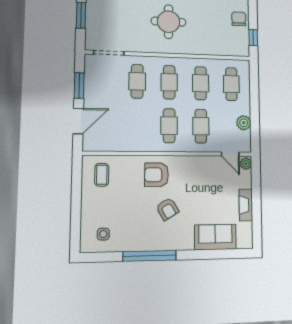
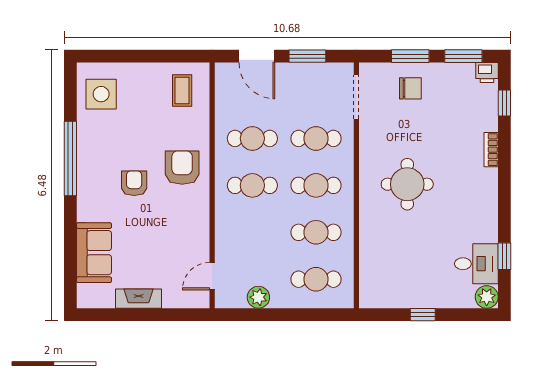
chair: (239, 19) -> (410, 88), moved
window: (253, 38) -> (423, 315), moved
cafe table: (201, 126) -> (252, 138), moved
plant: (246, 164) -> (198, 300), removed
coffee table: (102, 175) -> (182, 90), turned 90
armchair: (167, 209) -> (134, 183), turned 121
side table: (103, 234) -> (101, 94), width x1.87, depth x1.87

